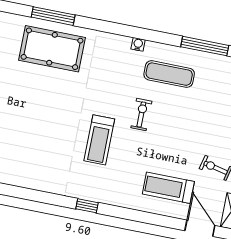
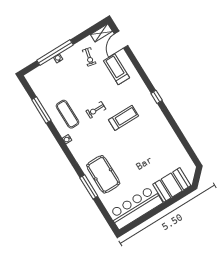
treadmill: (168, 188) -> (116, 69), turned 180

